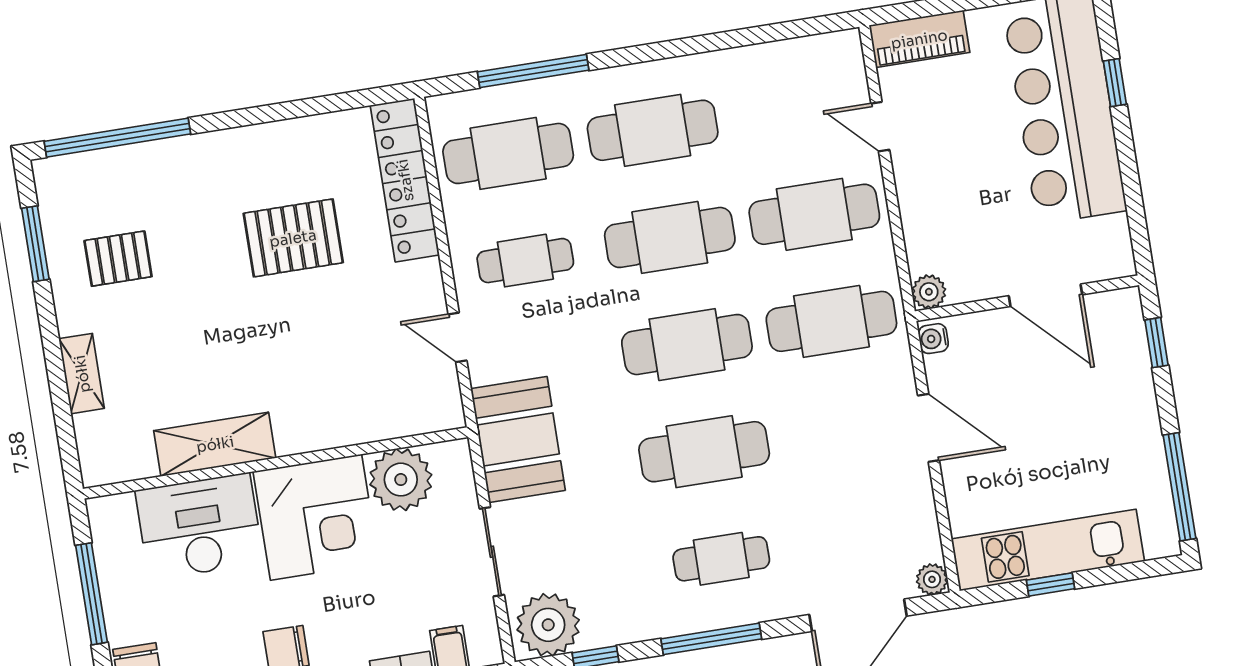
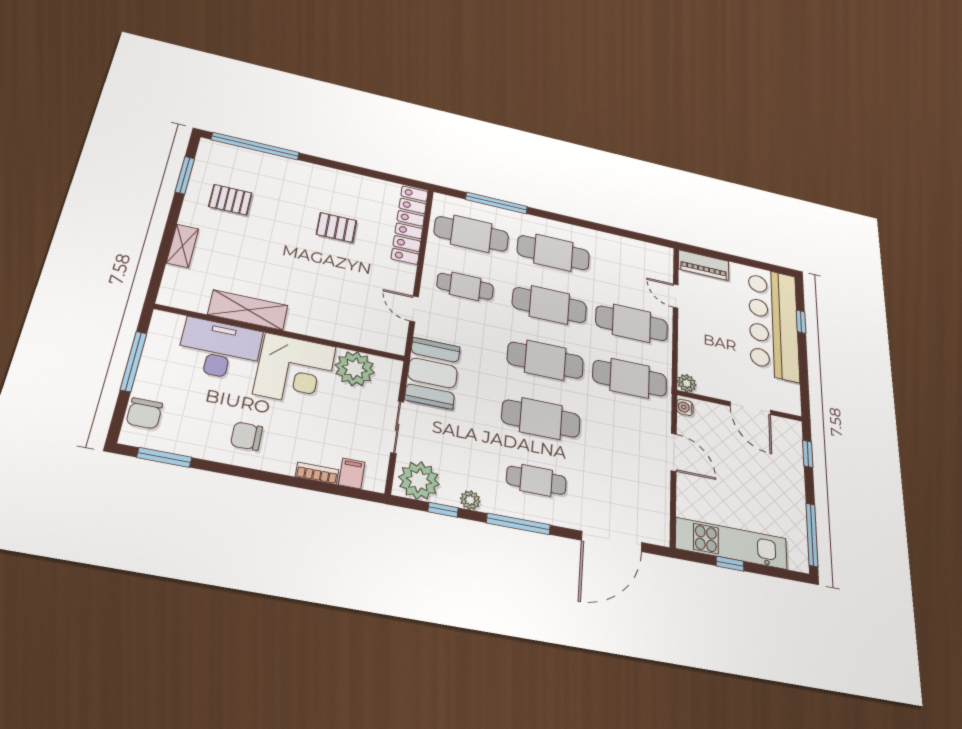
pallet: (293, 238) -> (336, 227), width x0.67, depth x0.71
plant: (932, 579) -> (470, 500), moved

